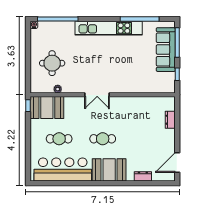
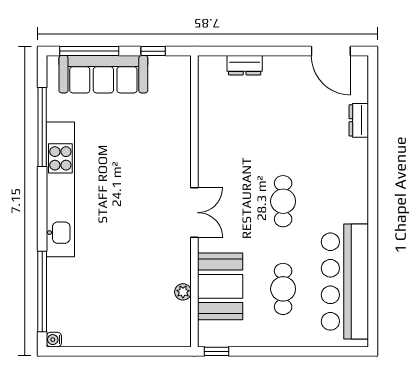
round table: (52, 63) -> (131, 303), removed
booth: (47, 108) -> (220, 286), moved
booth: (109, 170) -> (346, 188), removed

